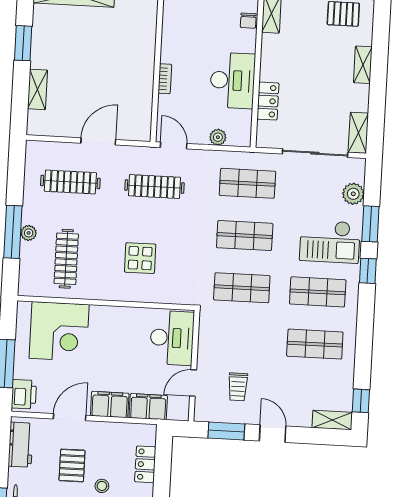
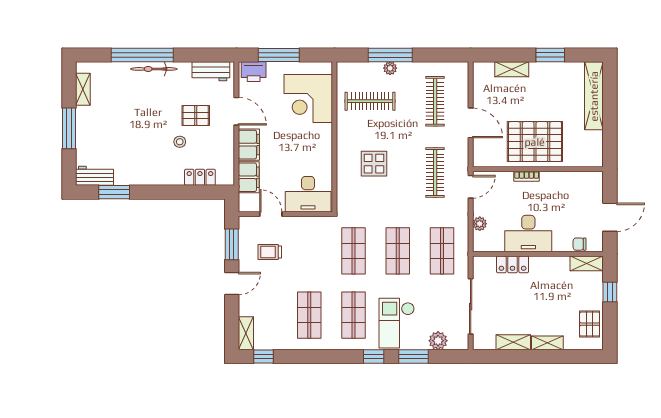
pallet: (124, 67) -> (535, 142), added
shelving: (358, 133) -> (513, 342), moved

